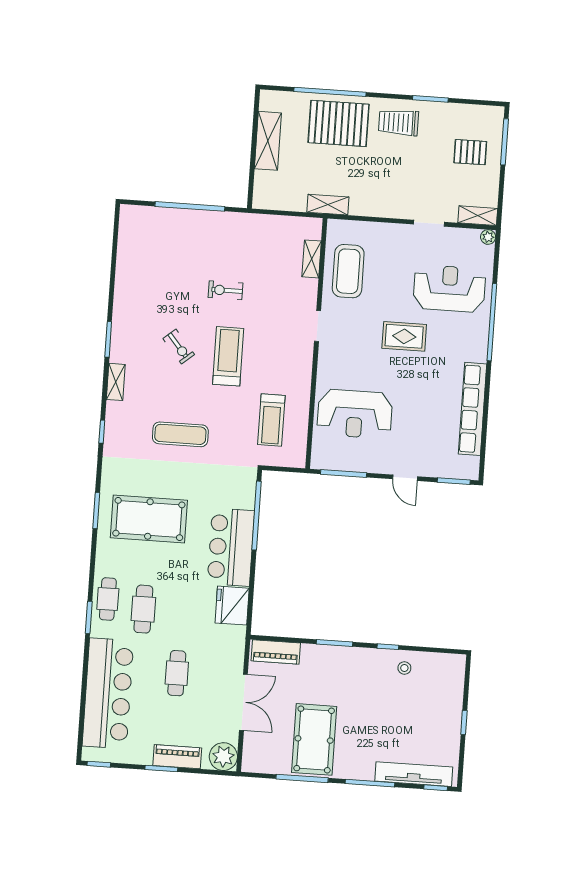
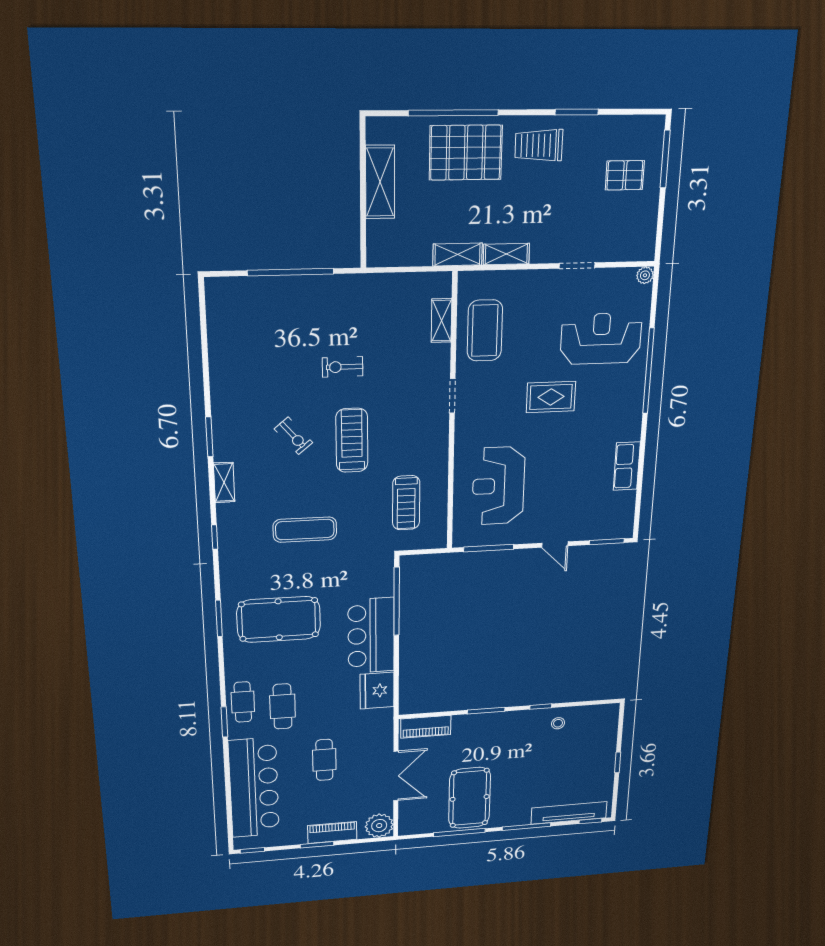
shelving: (478, 216) -> (506, 254), moved
row of seats: (473, 409) -> (627, 466), width x0.50
reception desk: (355, 414) -> (498, 486), turned 90

